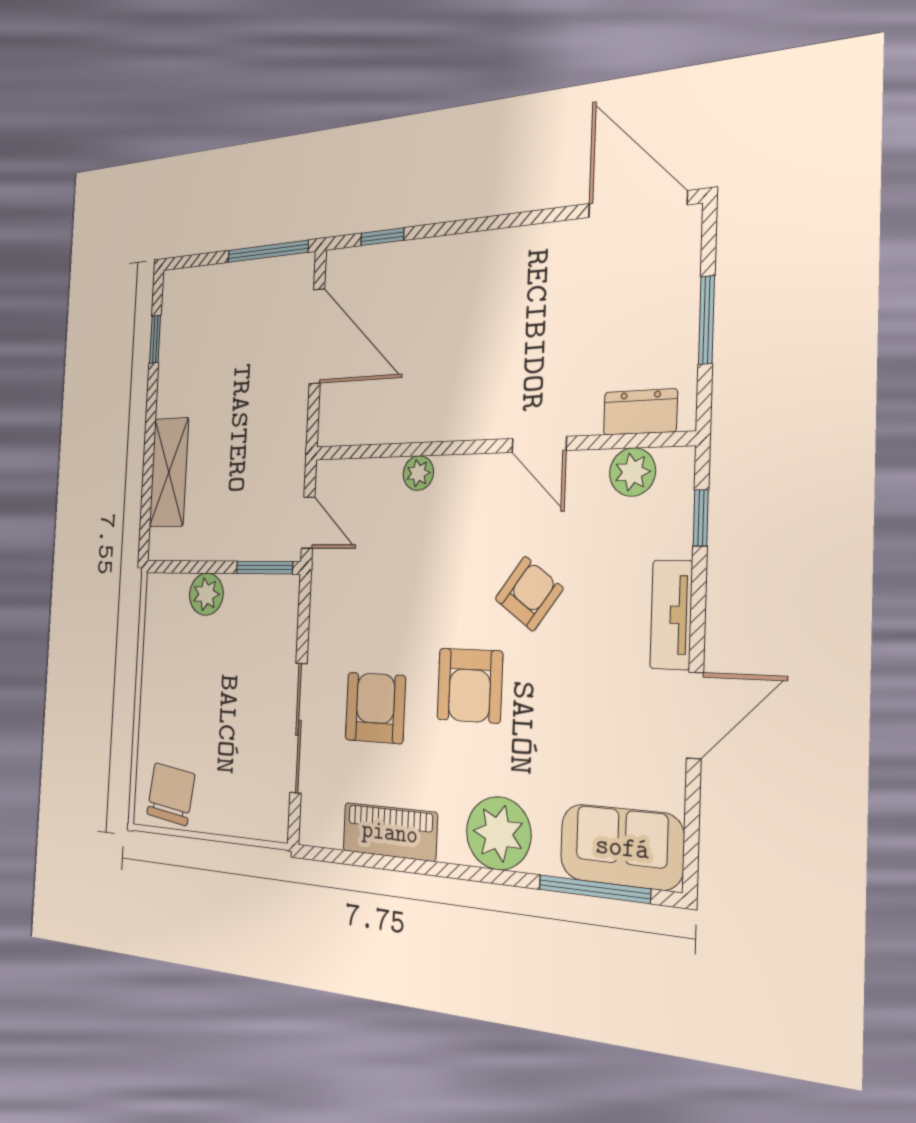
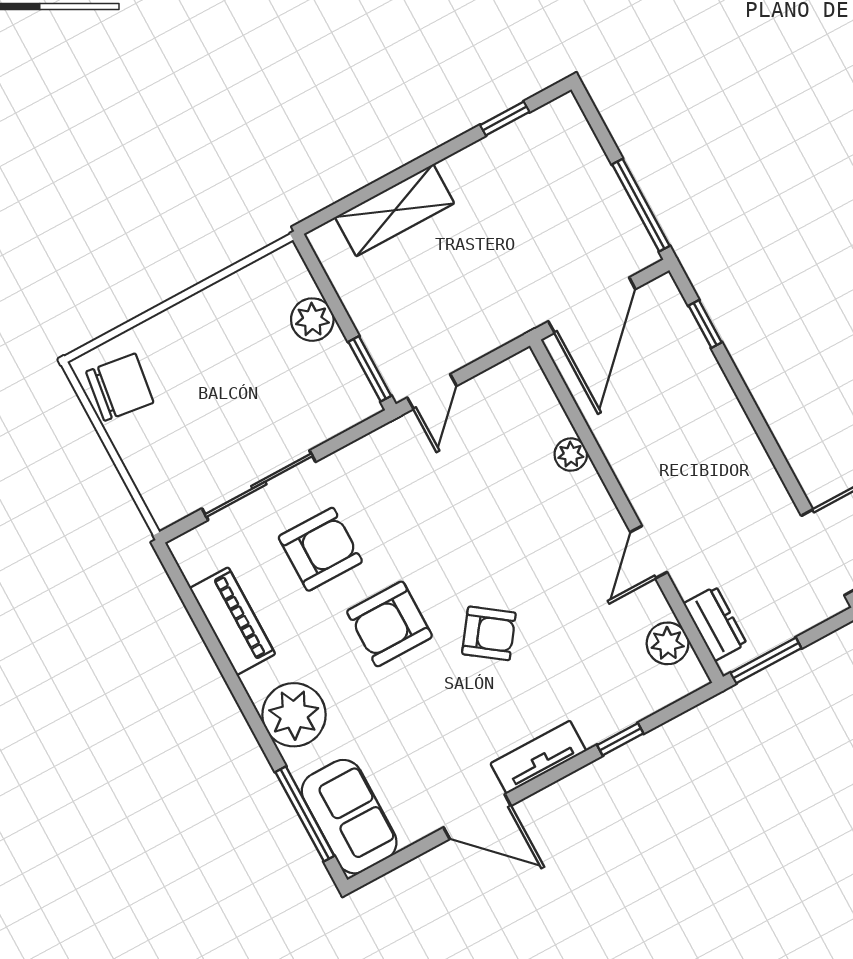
dresser: (640, 412) -> (715, 624), moved
door: (539, 445) -> (649, 552), moved
wall: (492, 446) -> (627, 511), moved
plant: (633, 472) -> (668, 643), moved
plant: (418, 473) -> (571, 455), moved

